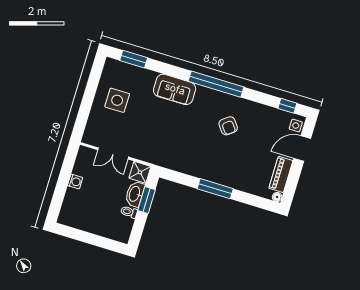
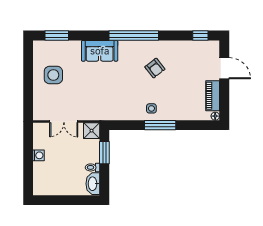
side table: (296, 126) -> (151, 108), moved
door: (302, 148) -> (224, 68), swing flipped
washbasin: (135, 194) -> (93, 184), moved

